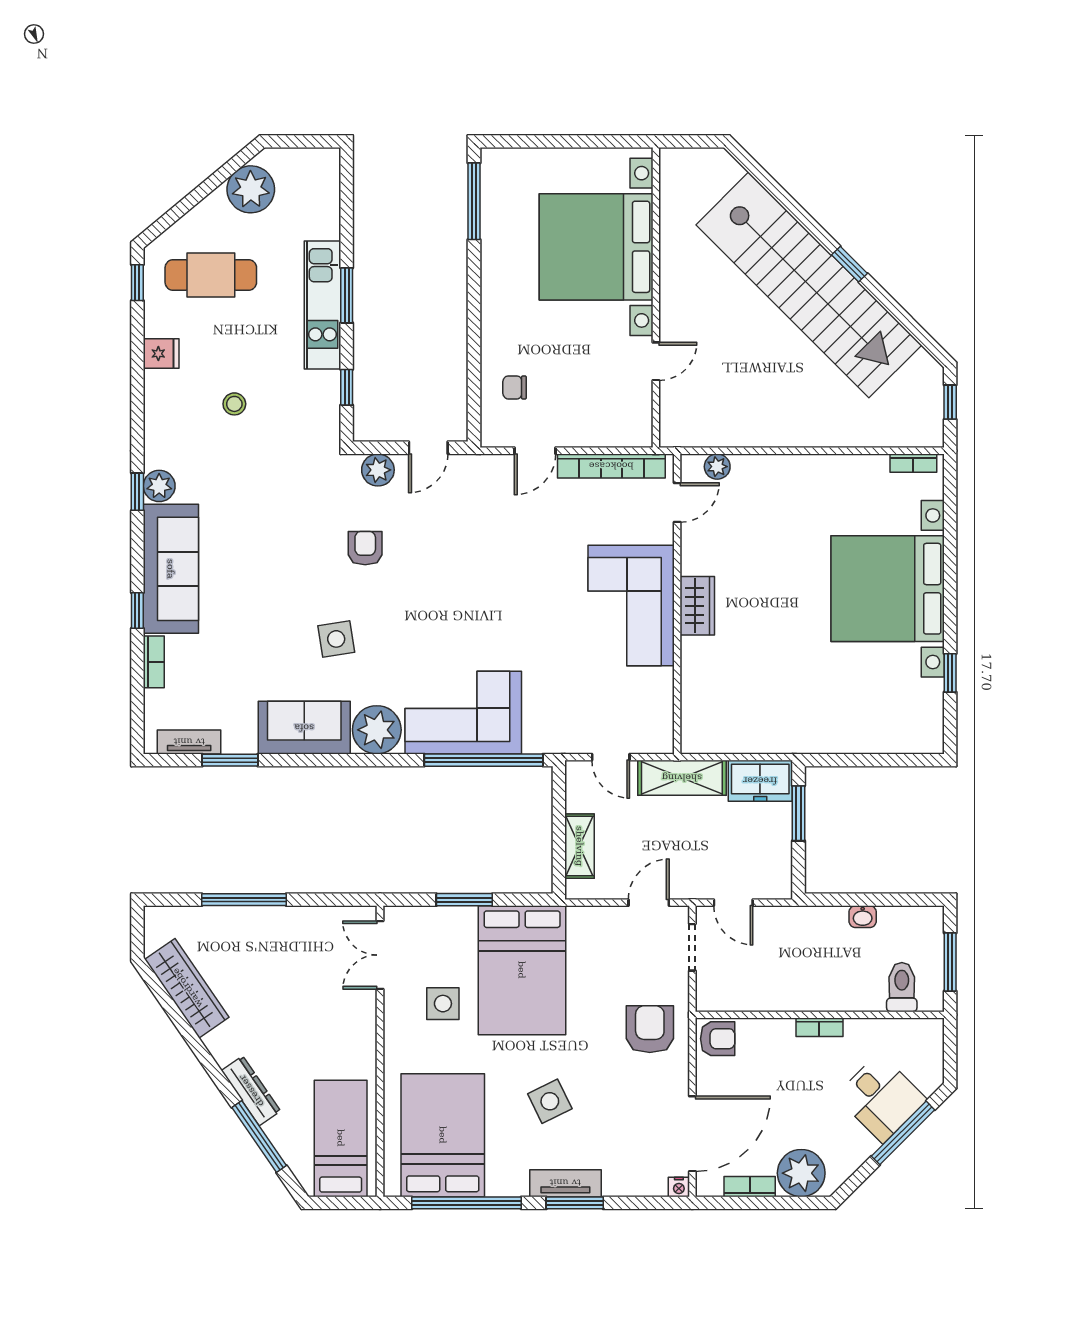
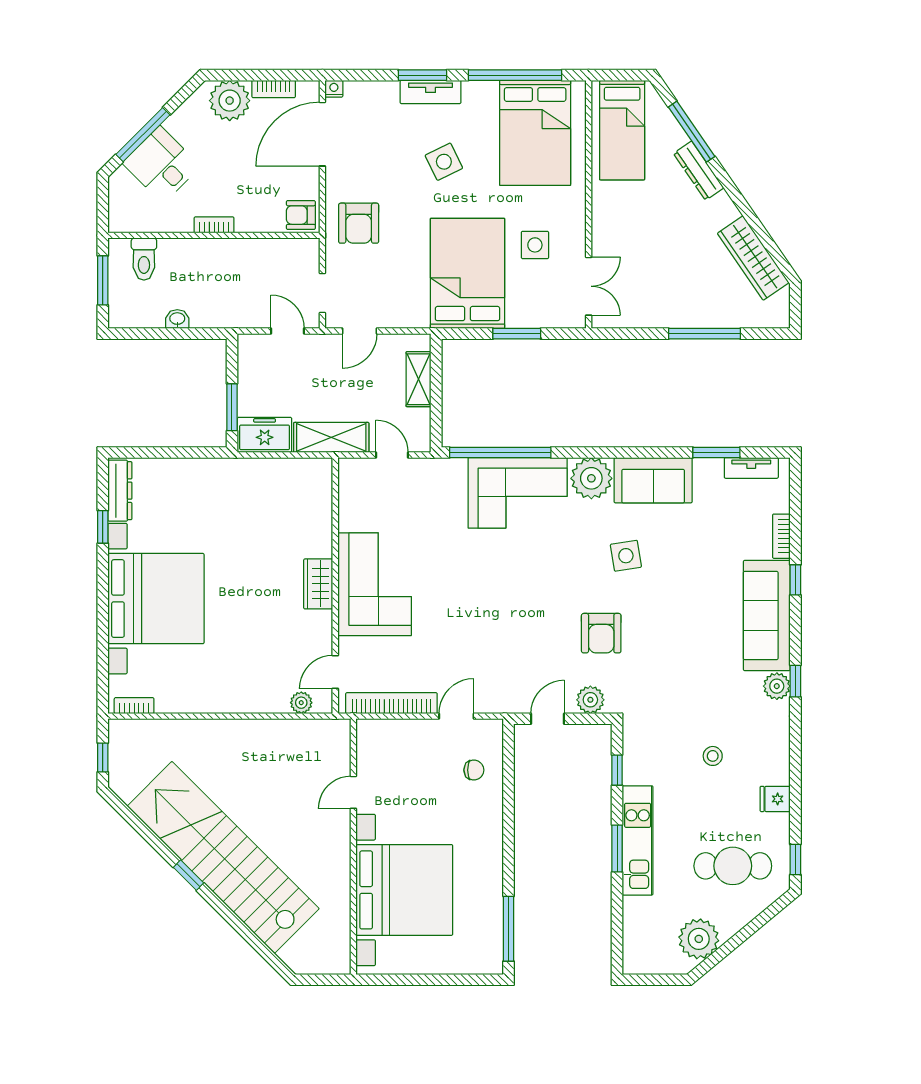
armchair: (365, 548) -> (601, 633), width x1.38, depth x1.38
dresser: (930, 715) -> (120, 491), added

